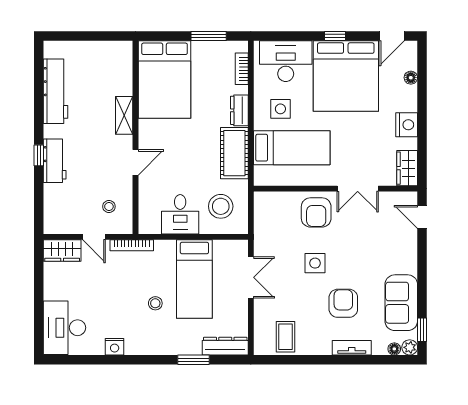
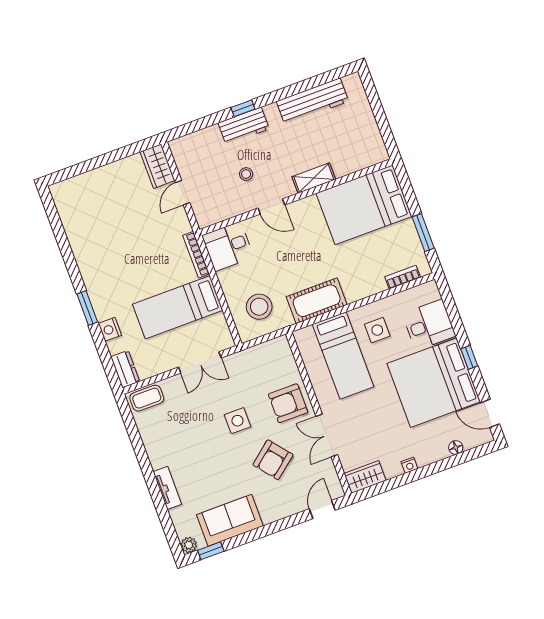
desk: (286, 61) -> (429, 325), width x0.73
dresser: (239, 110) -> (361, 290), removed
nightstand: (407, 125) -> (409, 465), width x0.53, depth x0.56
stool: (109, 207) -> (246, 174), moved
desk: (180, 214) -> (228, 246), moved
bookcase: (132, 245) -> (196, 255), moved
stool: (155, 303) -> (139, 278), removed
armchair: (343, 303) -> (273, 460), moved, turned 141
desk: (64, 328) -> (82, 197), removed
coffee table: (285, 337) -> (147, 398), moved
dresser: (225, 346) -> (125, 369), width x0.70
nightstand: (115, 347) -> (110, 329), moved
floor lamp: (394, 349) -> (182, 530), removed
window: (193, 360) -> (87, 308), moved

